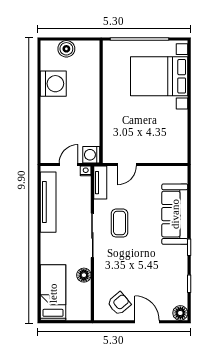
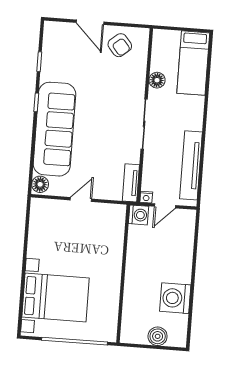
door: (127, 165) -> (81, 200), moved
sofa: (175, 214) -> (54, 129), width x1.36, depth x1.27
coffee table: (120, 223) -> (112, 136), removed
armchair: (119, 304) -> (120, 45), turned -90
floor lamp: (180, 313) -> (40, 184), moved

